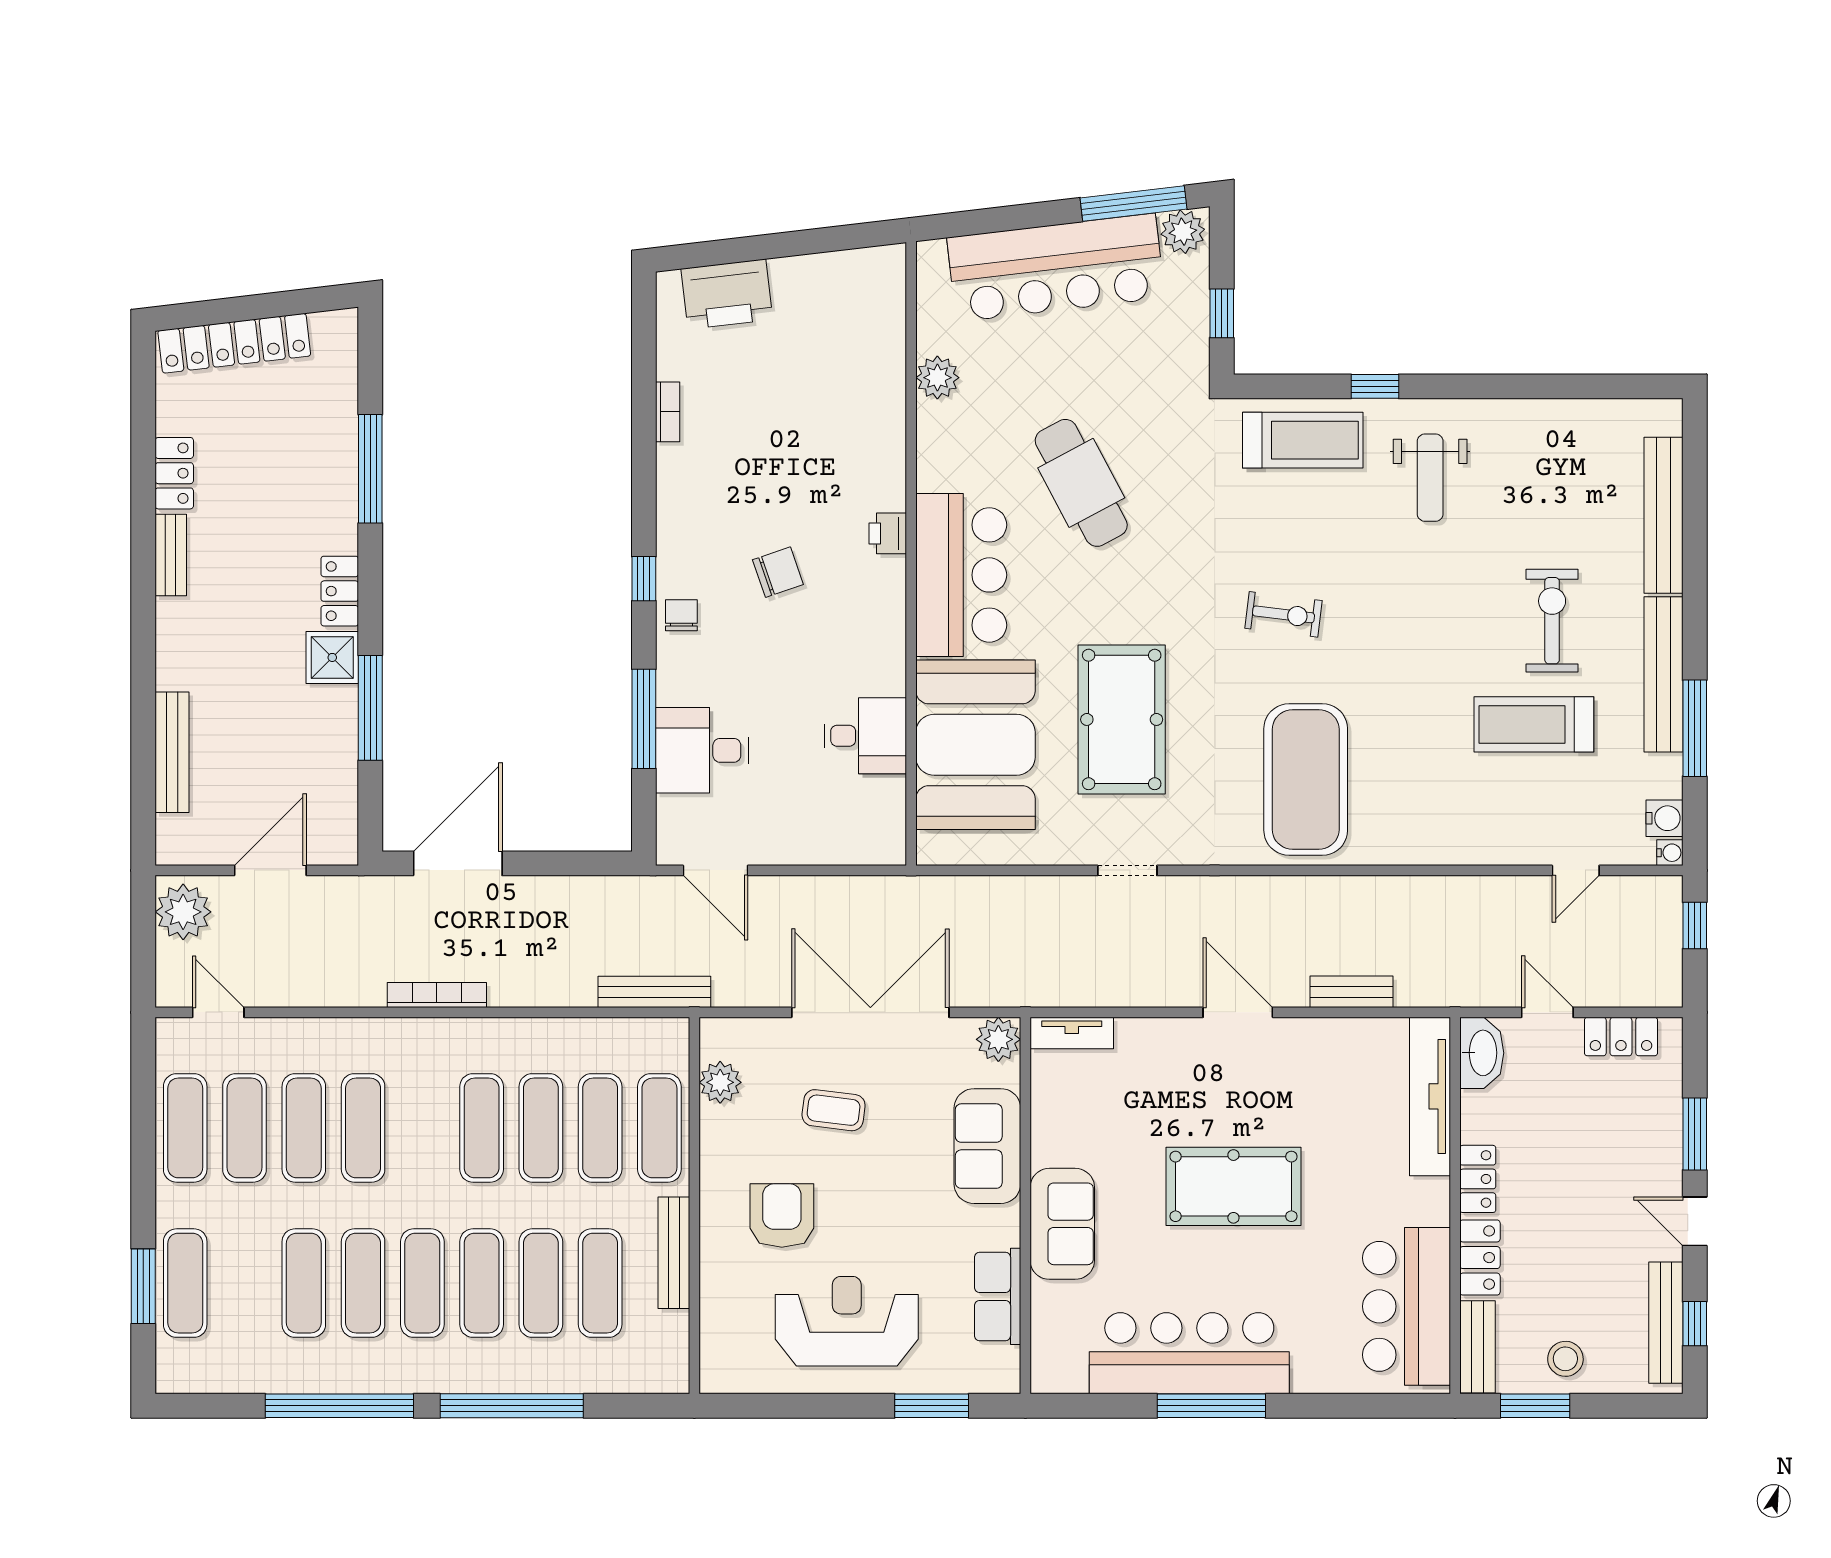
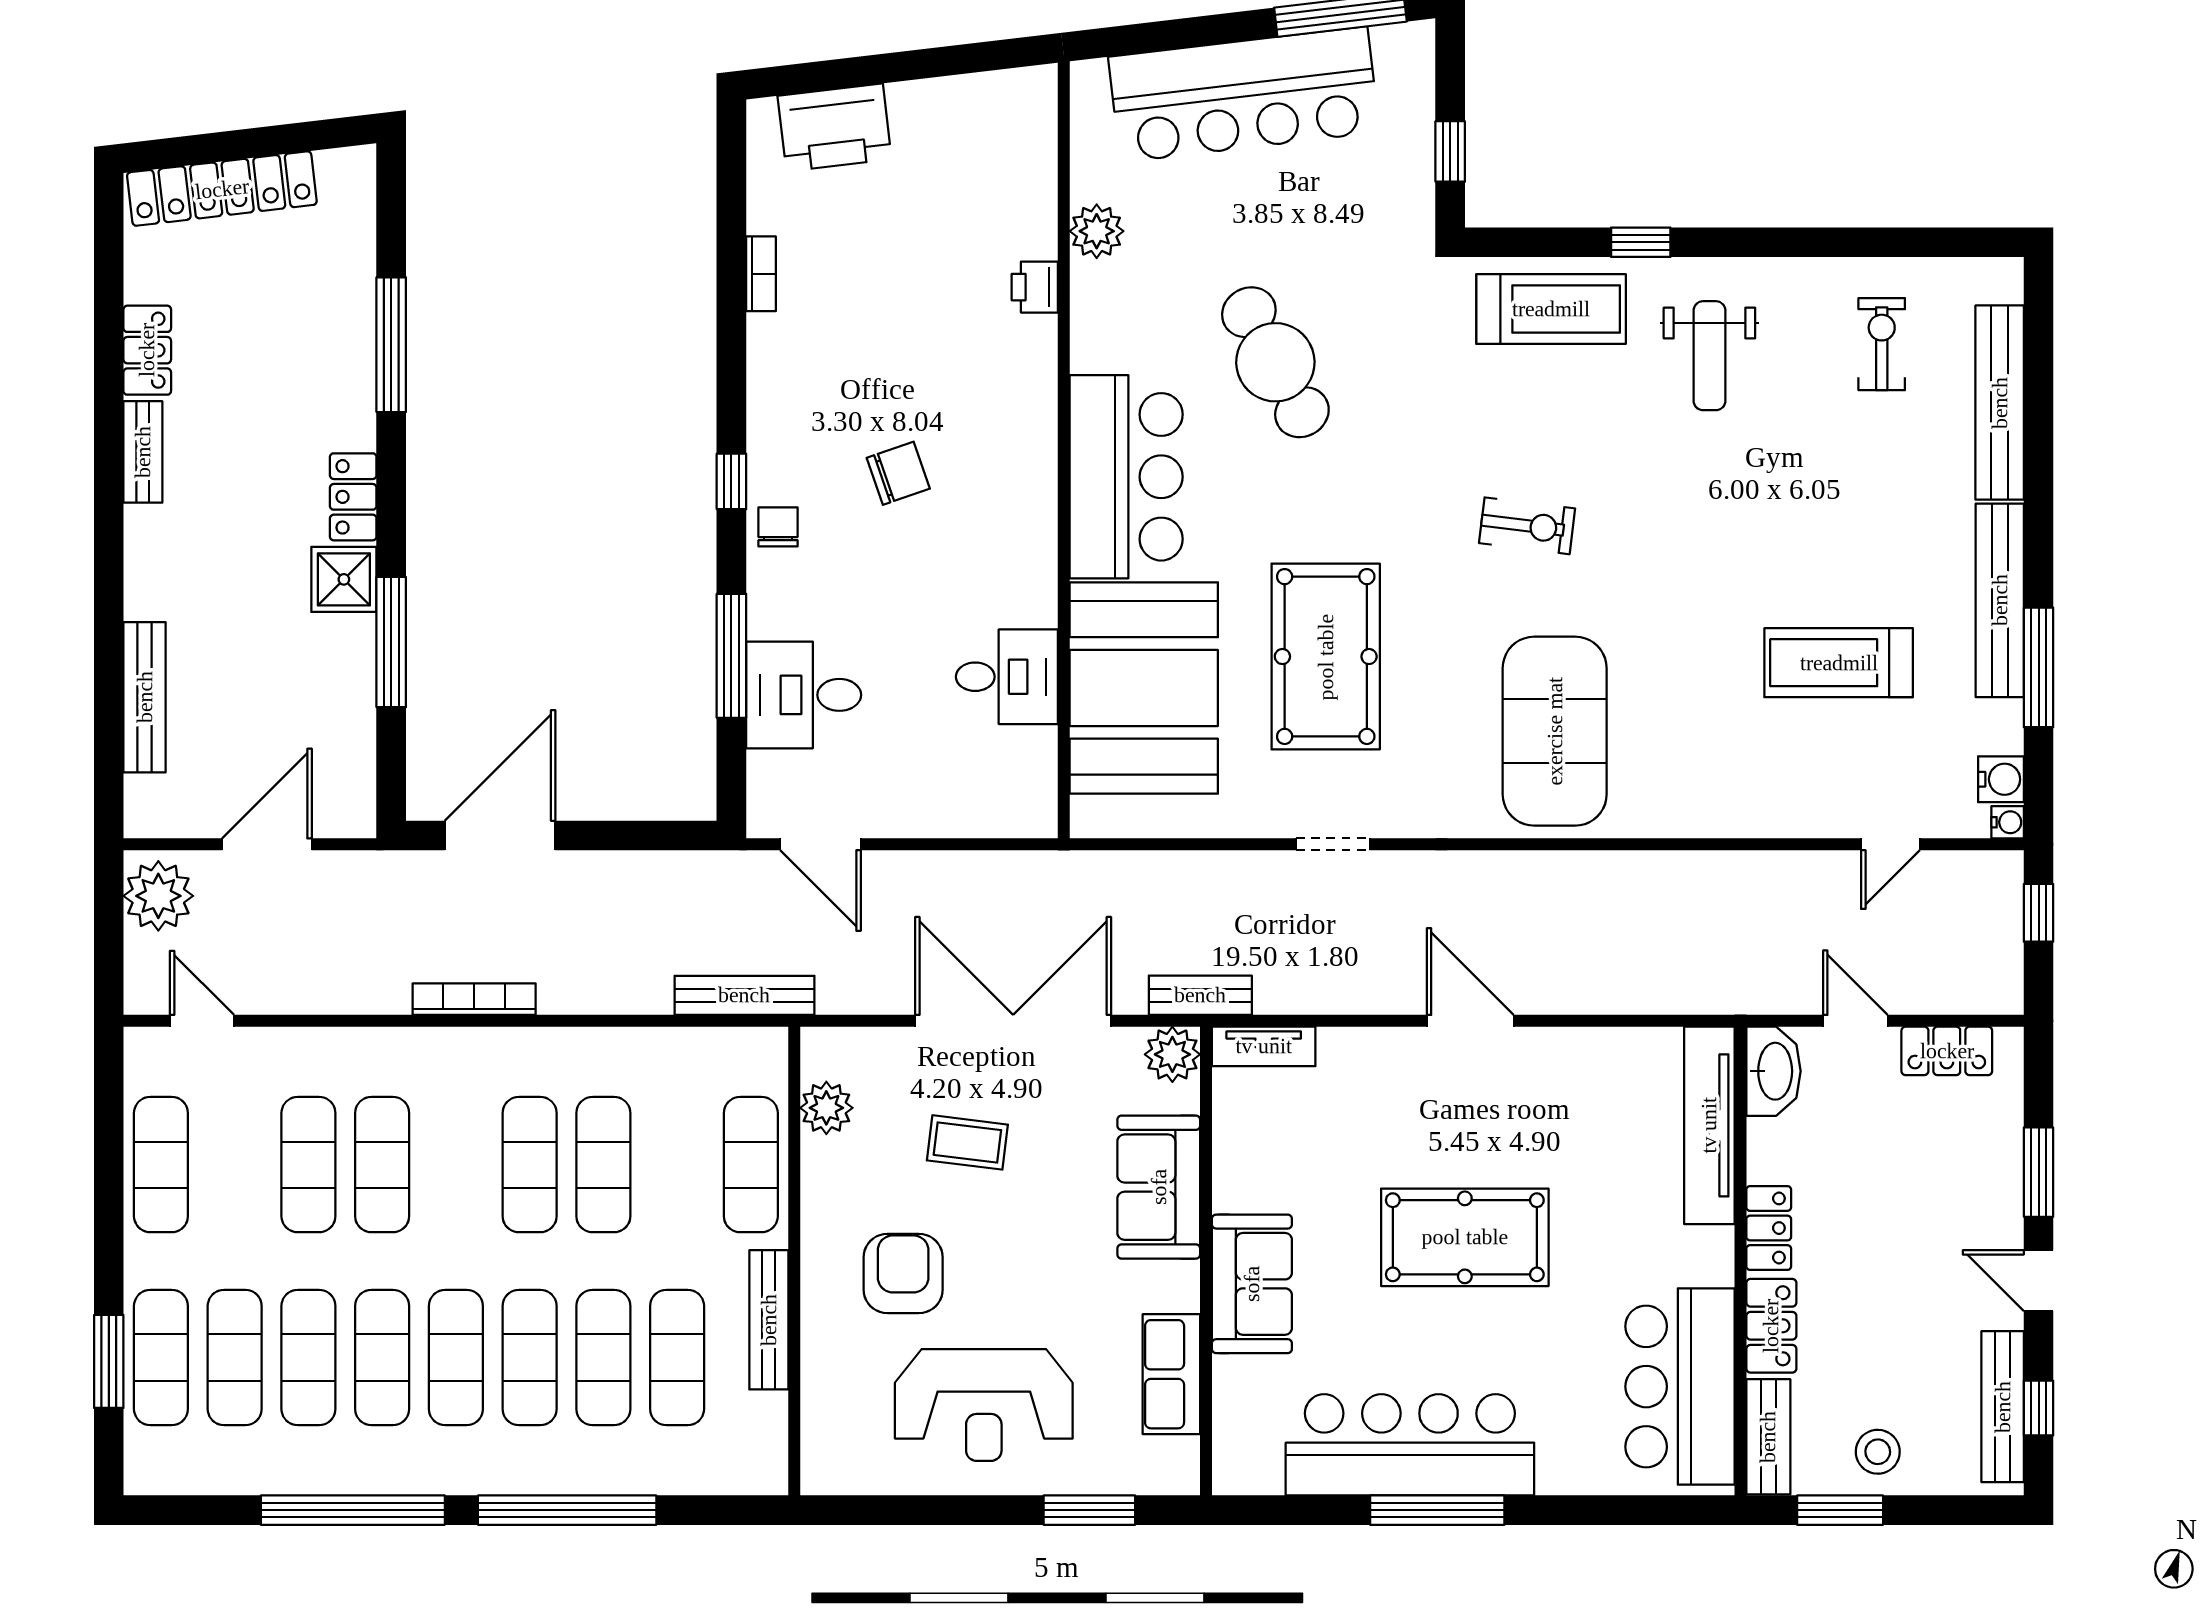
plant: (1183, 232) -> (1402, 50), removed
printer: (888, 533) -> (1035, 287), moved
exercise bike: (1552, 621) -> (1882, 344), moved, width x0.73, depth x0.72
bench: (1352, 992) -> (1200, 995), moved
exercise mat: (244, 1128) -> (235, 1358), moved
exercise mat: (600, 1128) -> (677, 1165), removed
reception desk: (847, 1321) -> (984, 1405), turned 180

